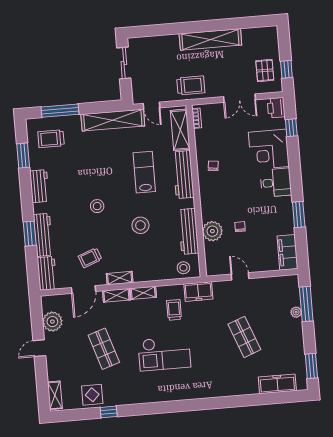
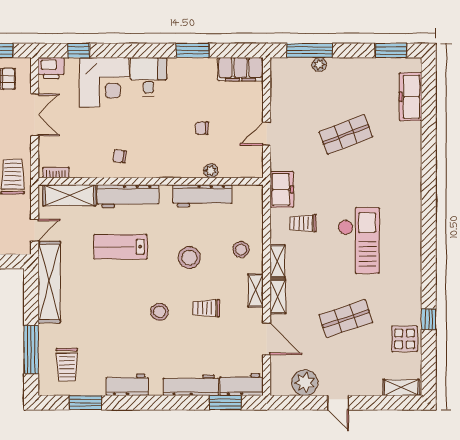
plant: (212, 231) -> (211, 171), width x0.53, depth x0.53
window: (30, 234) -> (225, 403), moved
trolley: (90, 258) -> (206, 308), moved, turned 111
stool: (183, 268) -> (241, 250), moved

